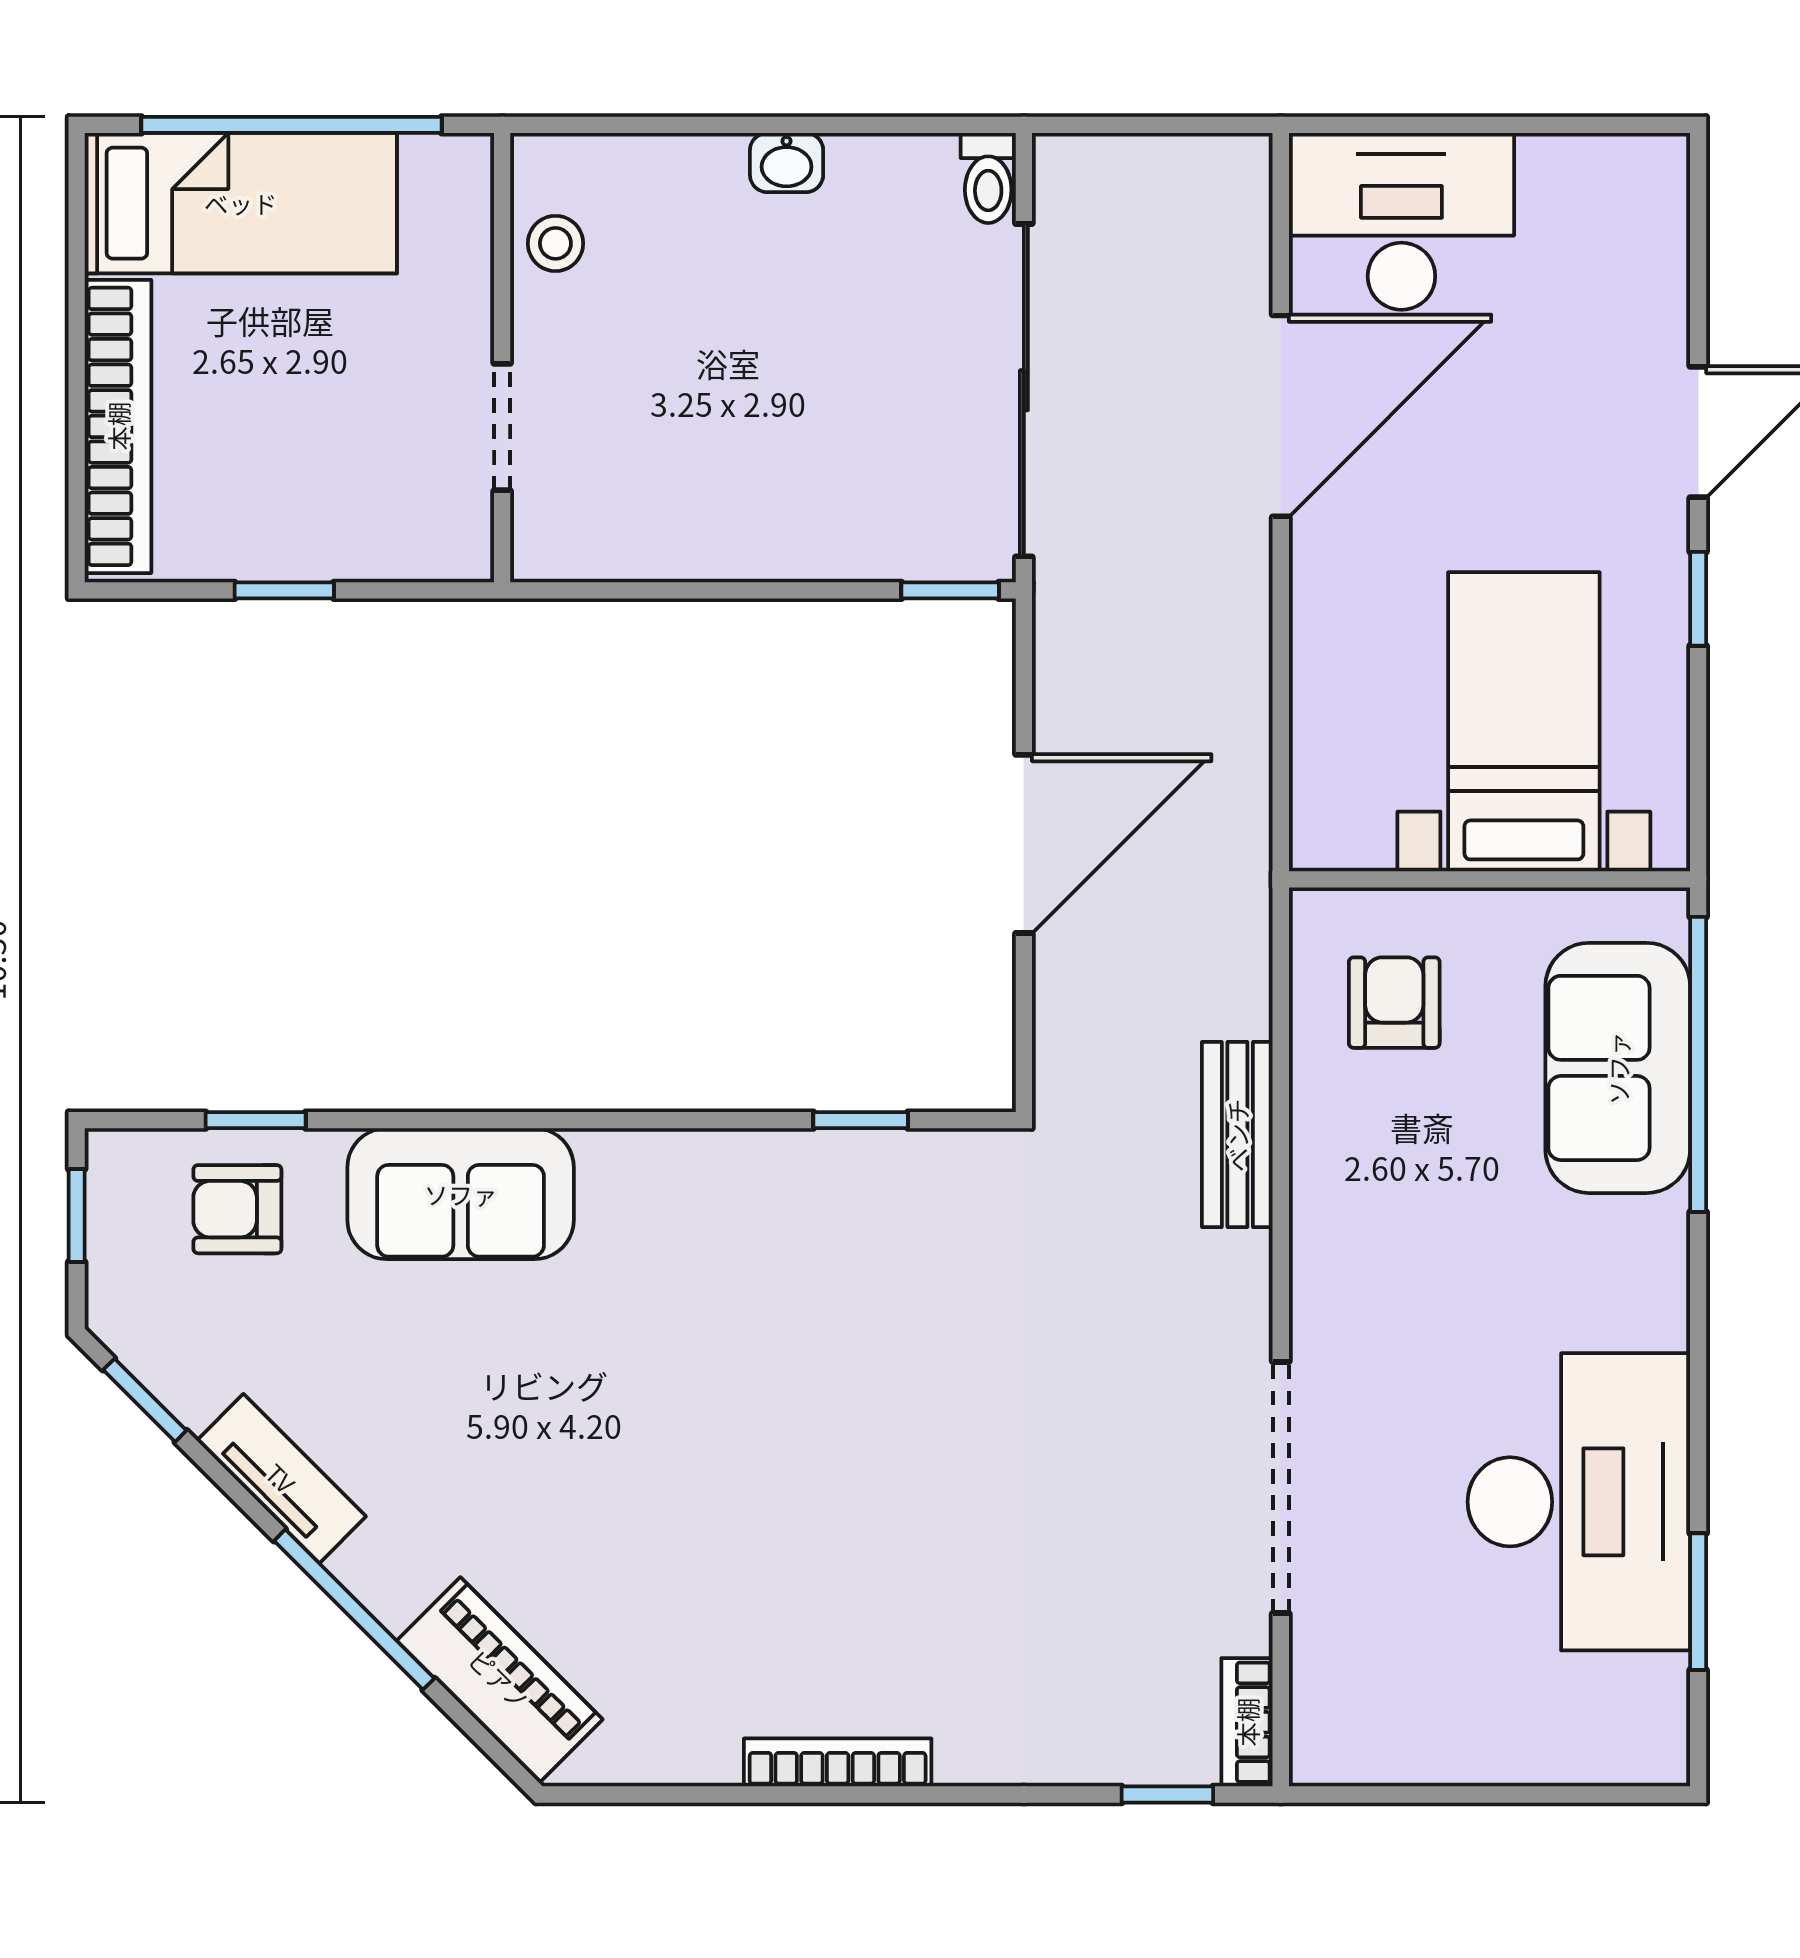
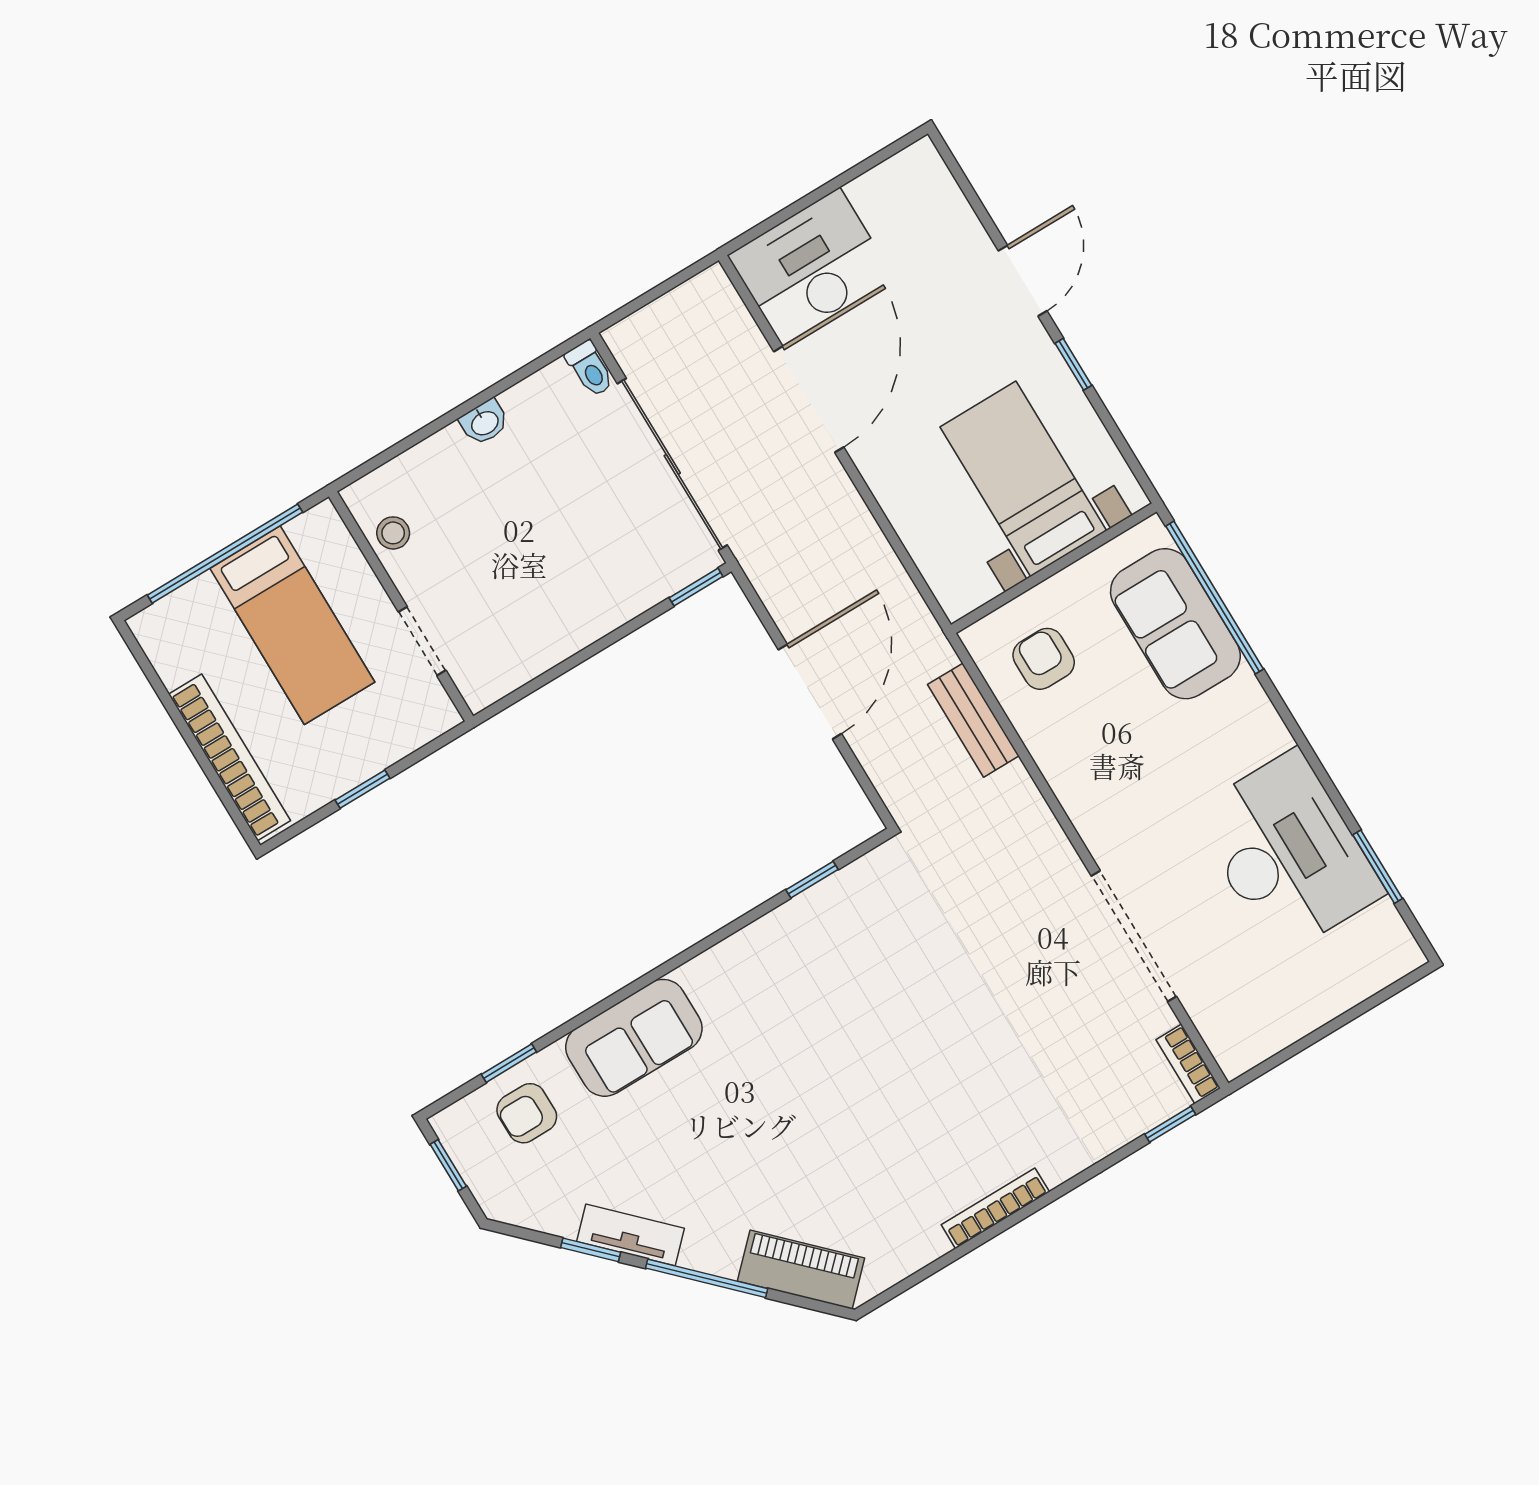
bed: (241, 203) -> (292, 625), moved, turned 90
bench: (1237, 1135) -> (973, 720), moved
window: (145, 1400) -> (591, 1250), moved

